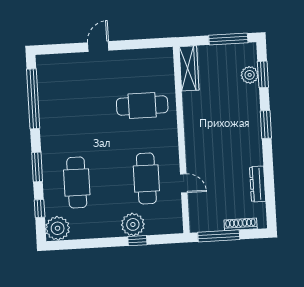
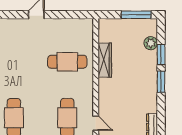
wardrobe: (189, 68) -> (105, 60), moved
window: (263, 74) -> (161, 54), moved

